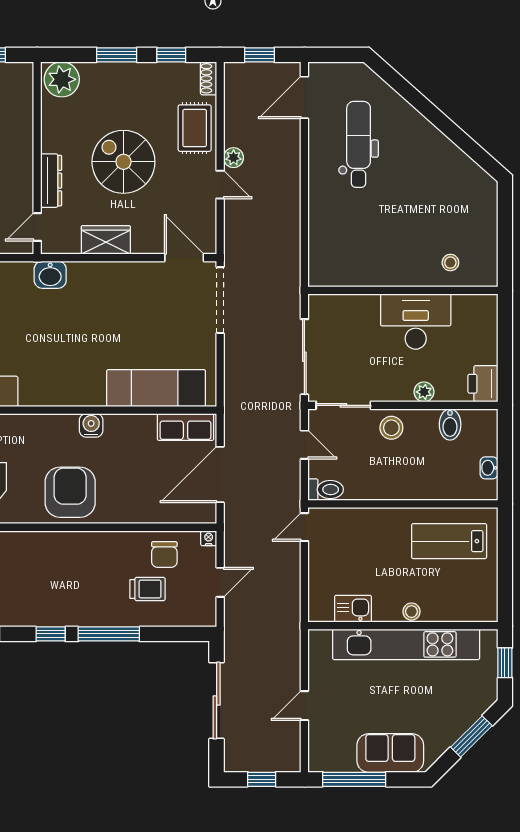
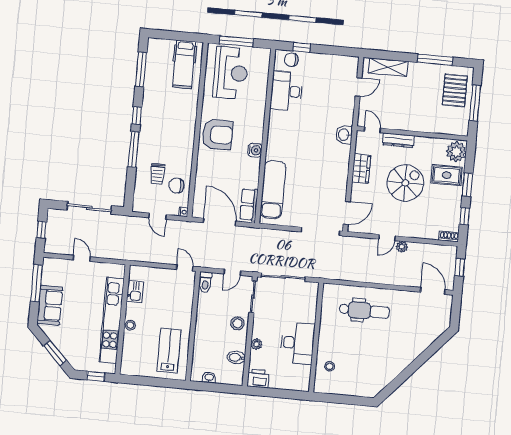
rug: (195, 128) -> (447, 175), moved
dental chair: (359, 144) -> (364, 311), moved

